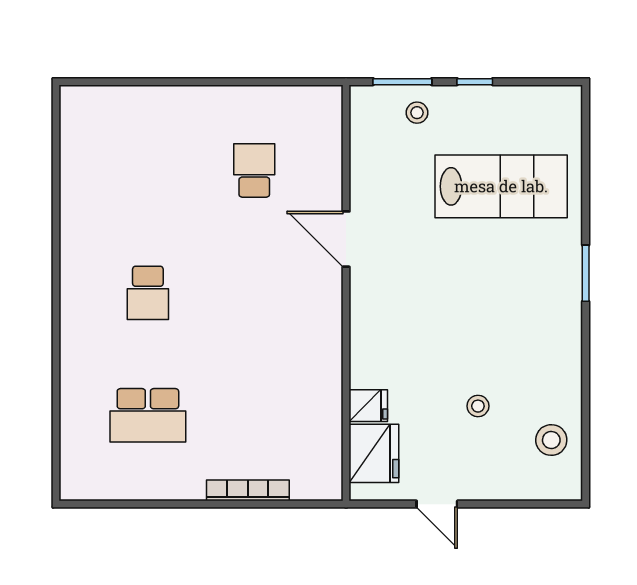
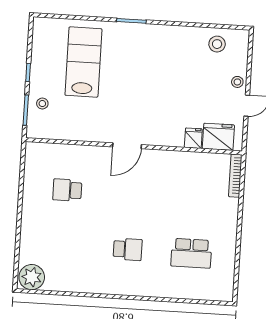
plant: (84, 113) -> (32, 277), added
door: (346, 239) -> (127, 146), moved
stool: (478, 406) -> (237, 82), moved
school desk: (148, 415) -> (191, 253), turned 90
bookcase: (248, 490) -> (235, 176), moved

